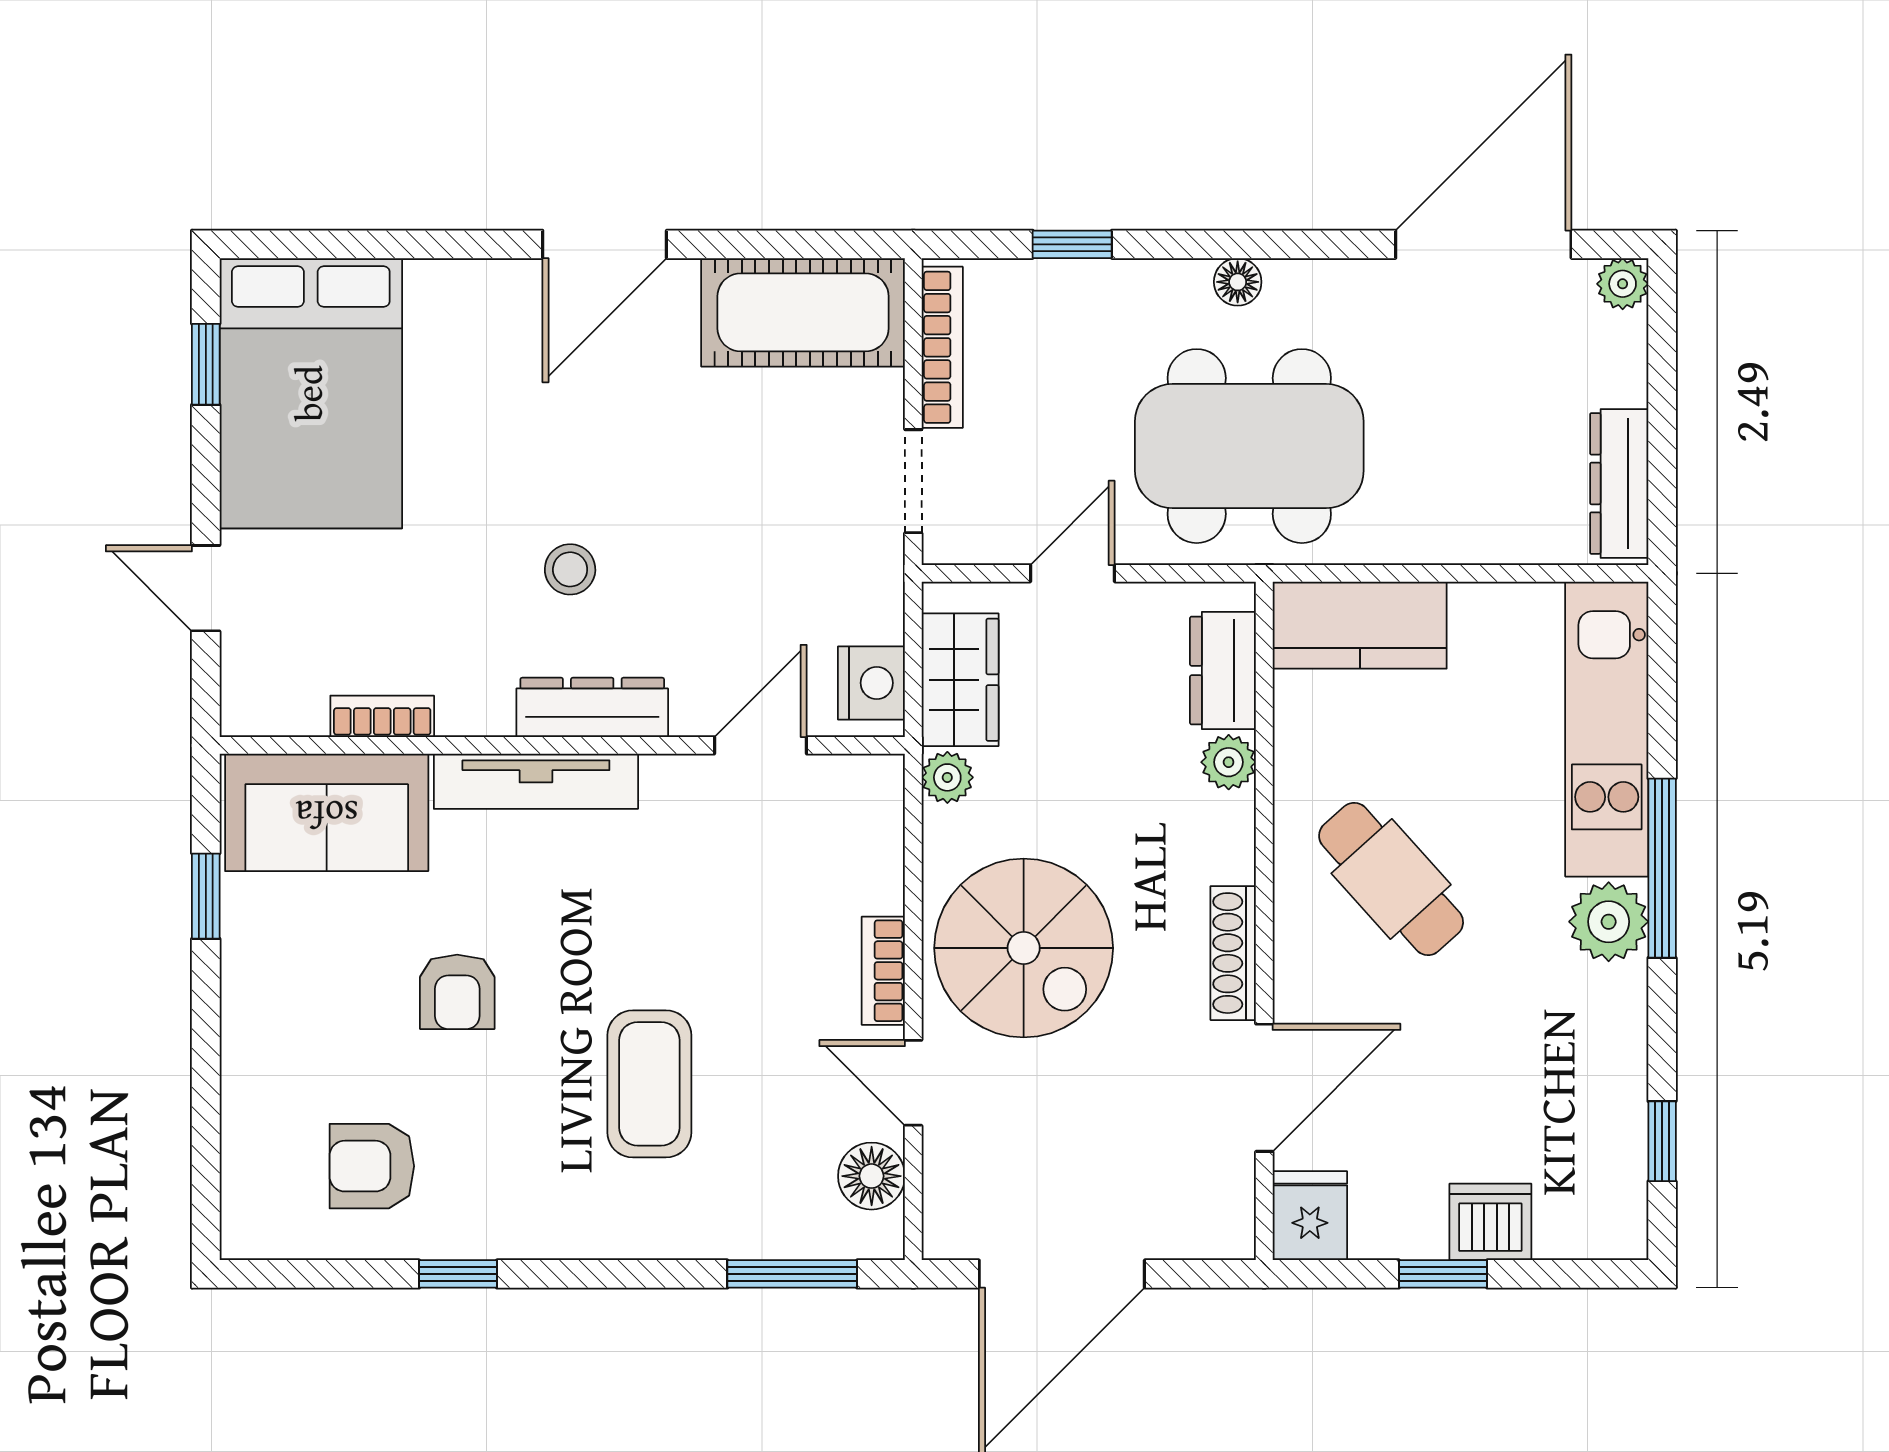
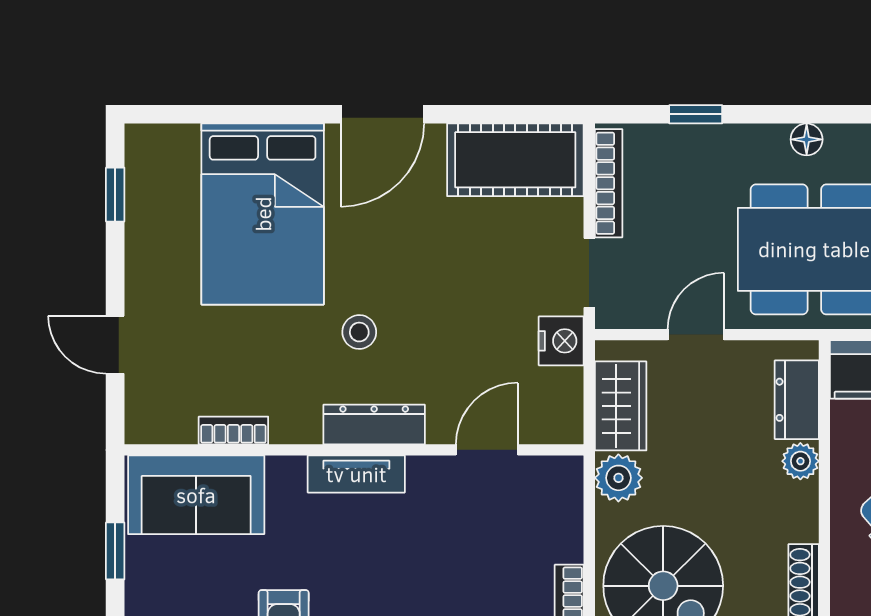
bed: (311, 393) -> (263, 214), moved
nightstand: (871, 683) -> (561, 341), moved
plant: (947, 777) -> (618, 478), width x1.38, depth x1.38
tv unit: (536, 781) -> (356, 474), width x0.71

